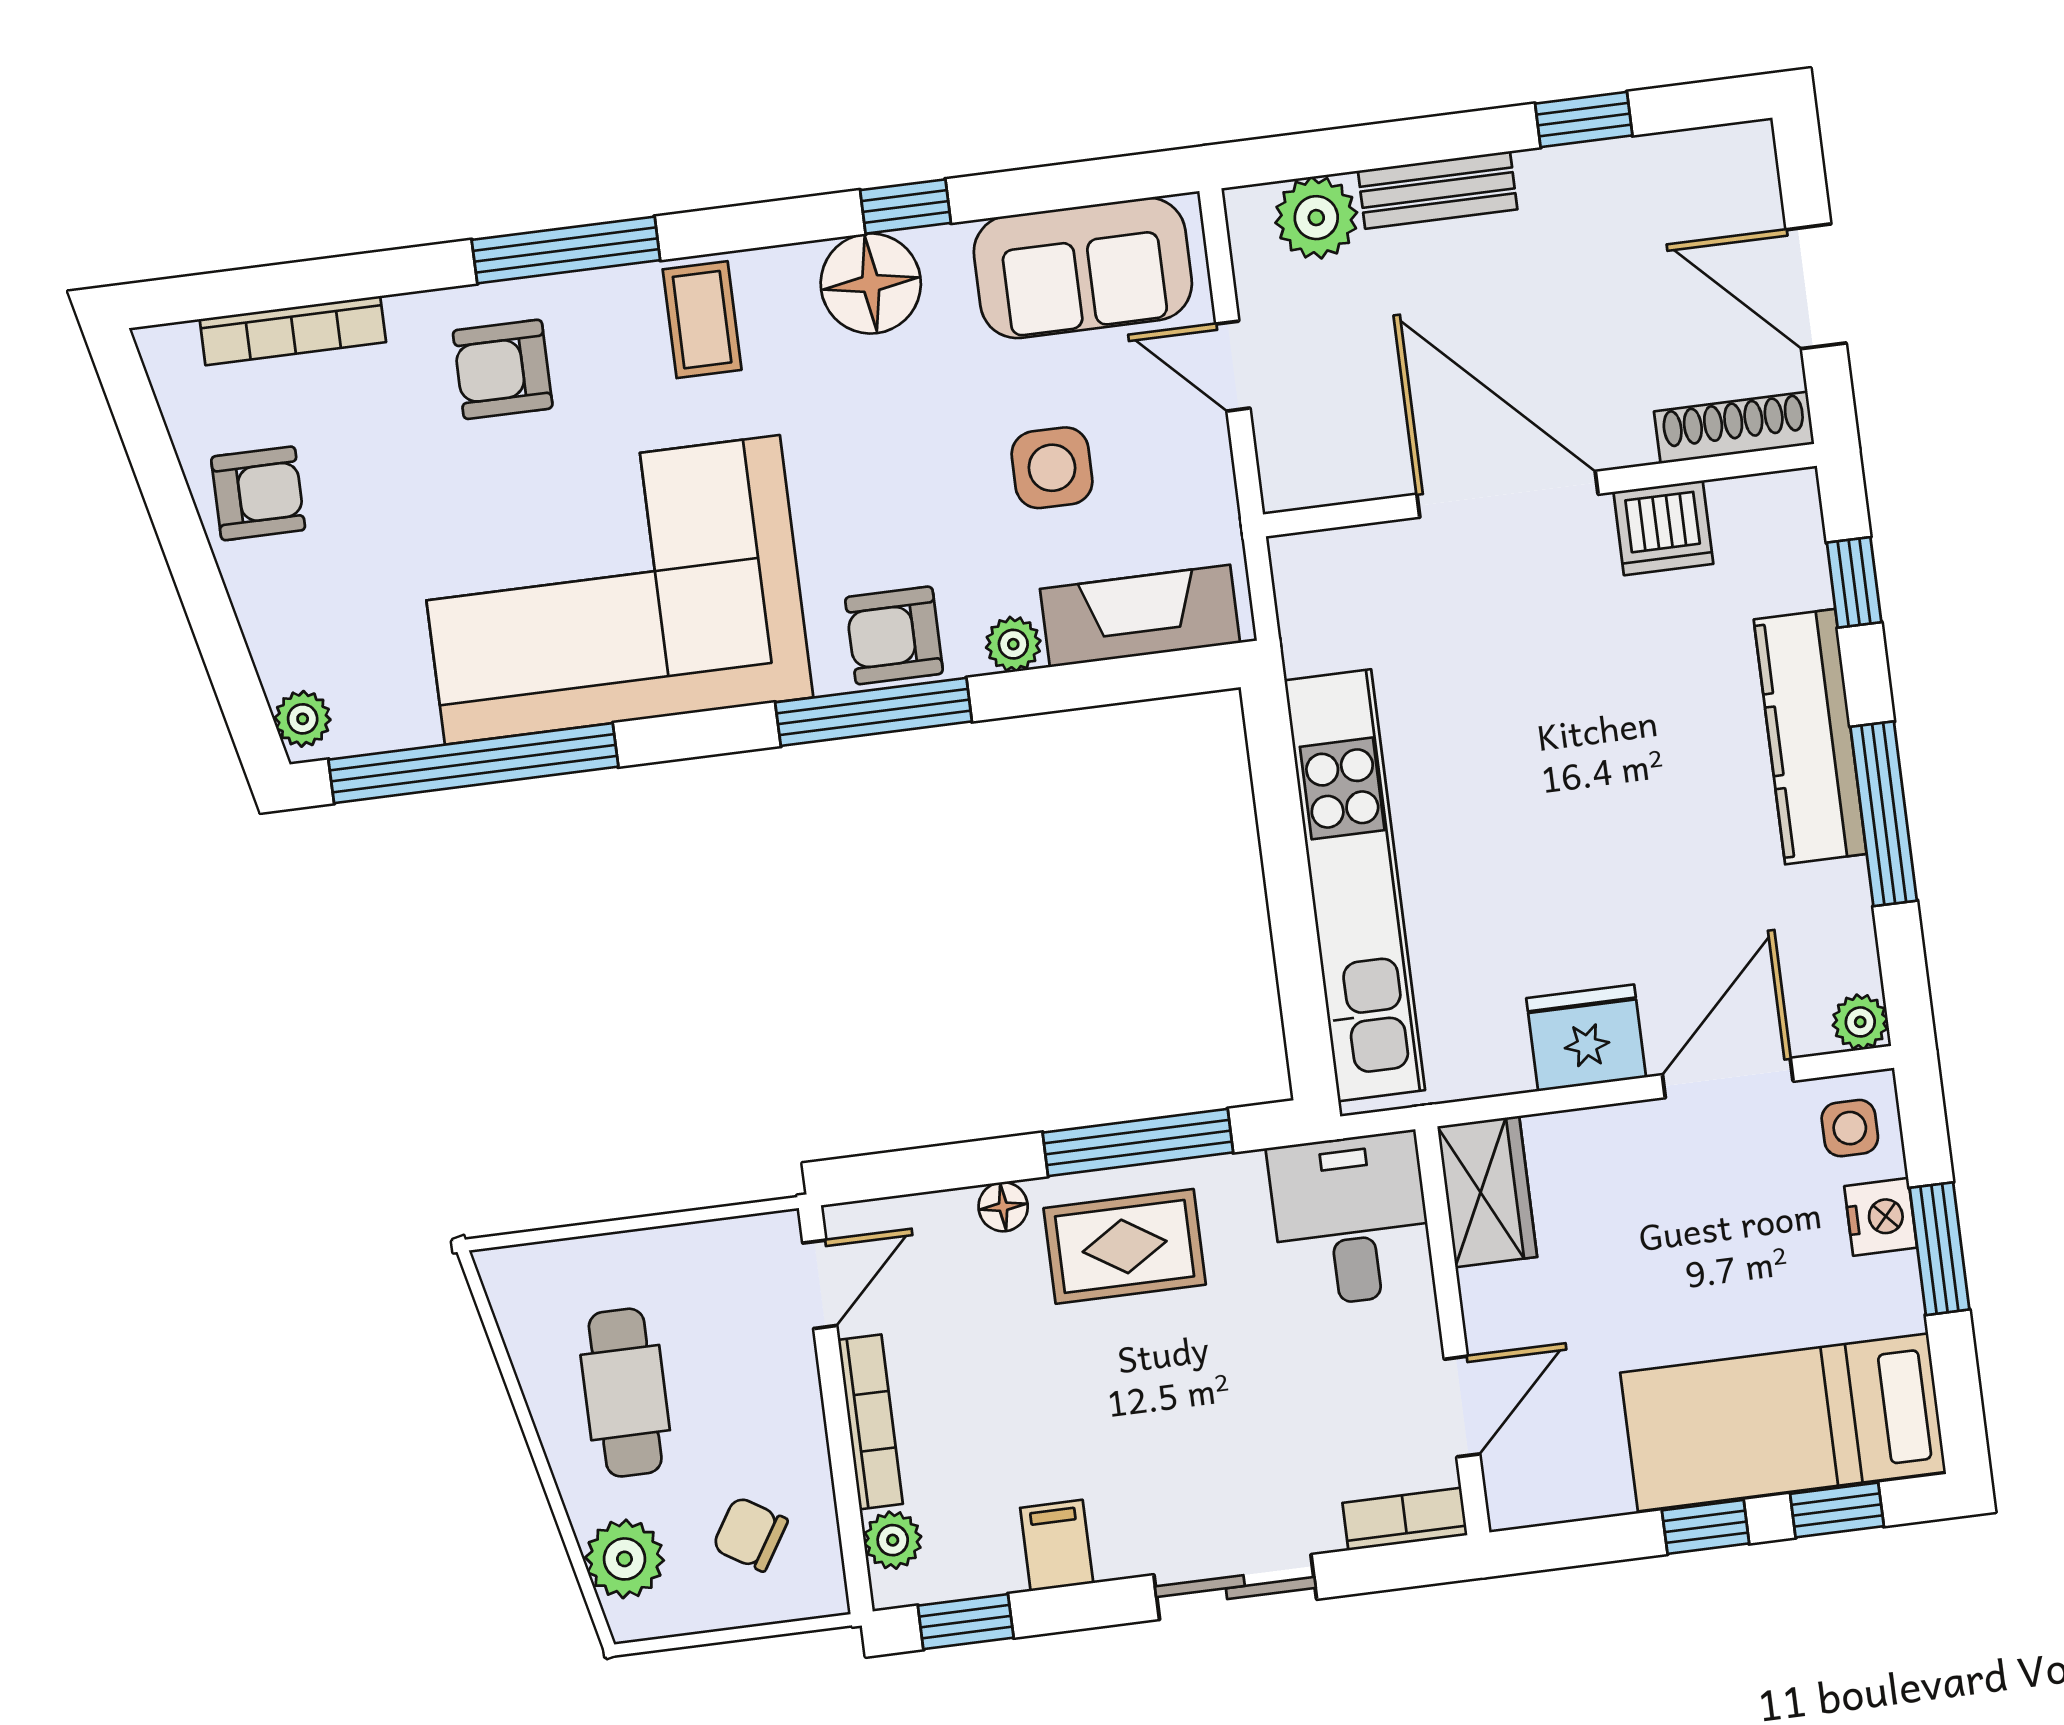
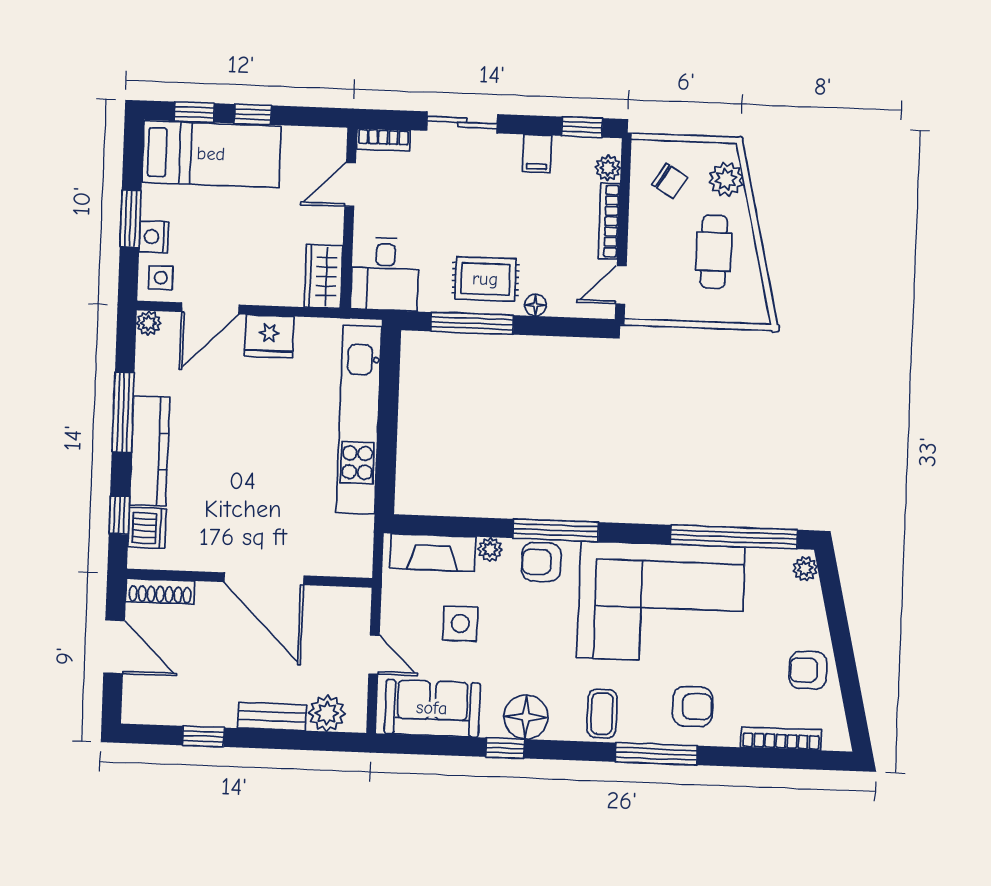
dishwasher: (1663, 528) -> (147, 528), moved, turned 90
armchair: (894, 635) -> (541, 562), turned 180

